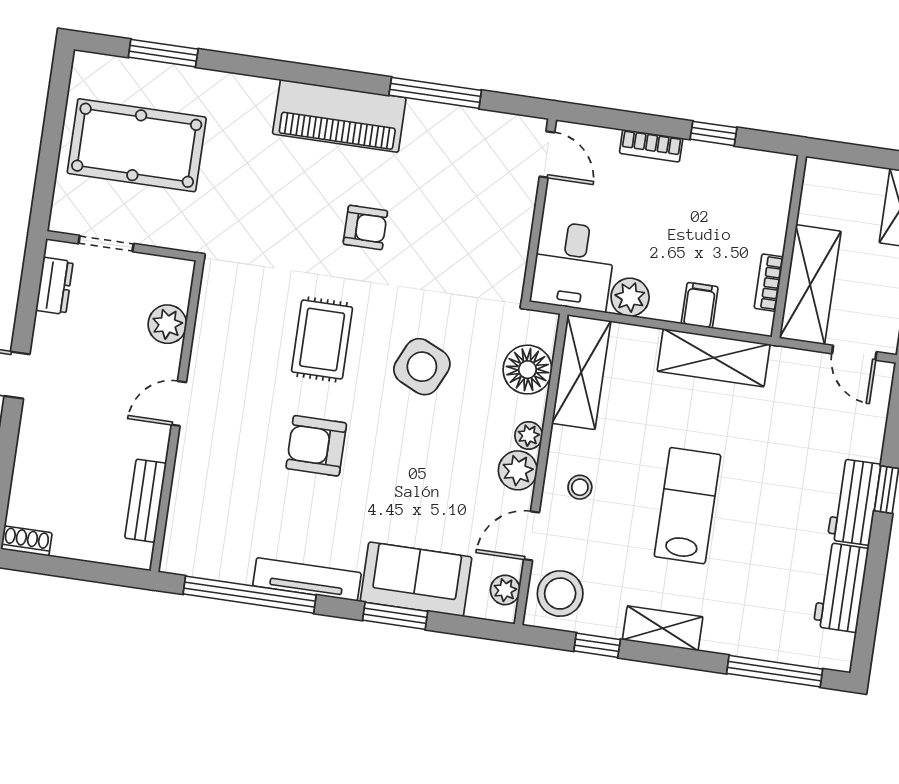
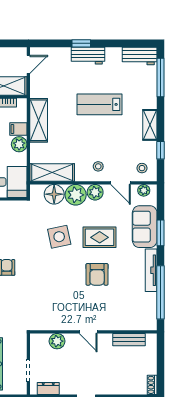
plant: (630, 297) -> (19, 144), moved
rug: (322, 340) -> (100, 237), moved
side table: (422, 367) -> (59, 237), turned -37
plant: (529, 435) -> (76, 195), width x1.88, depth x1.88
lab bench: (687, 506) -> (100, 104), moved
workbench: (841, 587) -> (140, 56), moved
stool: (560, 594) -> (142, 168), width x0.53, depth x0.53

